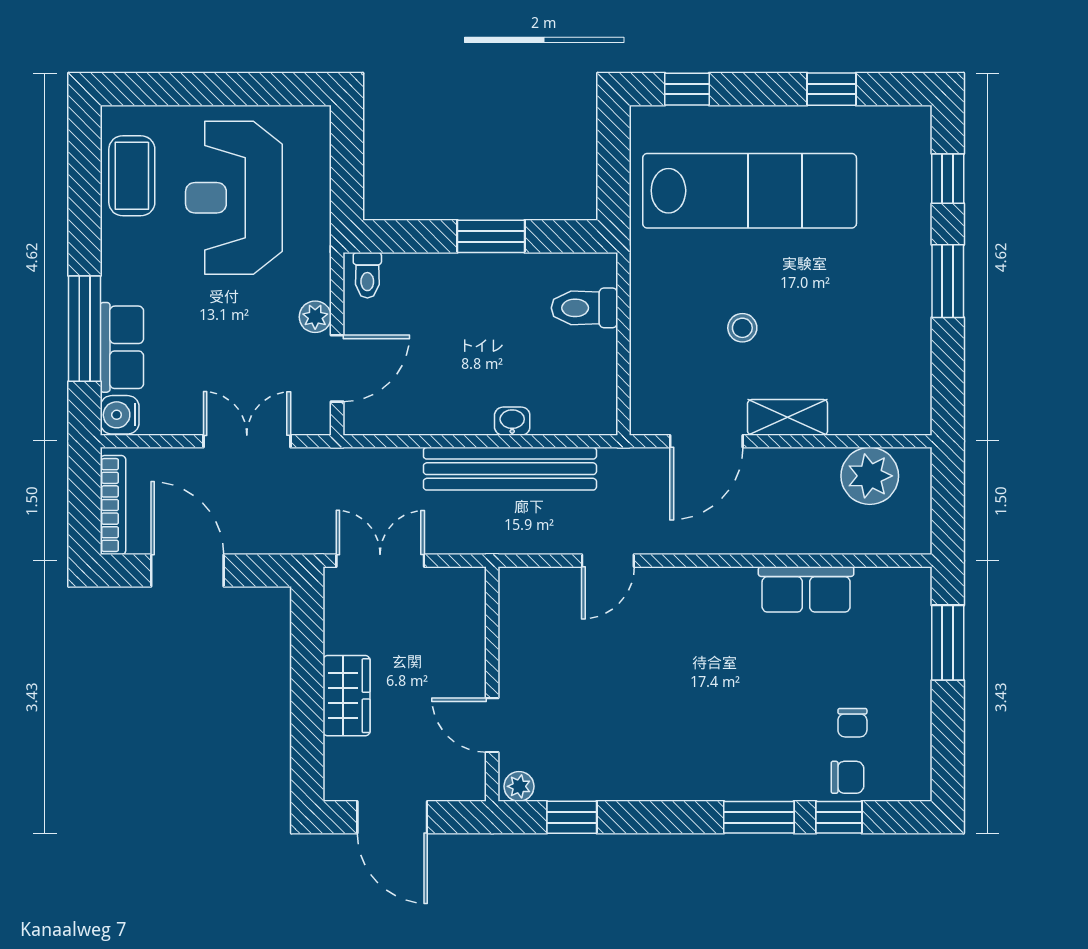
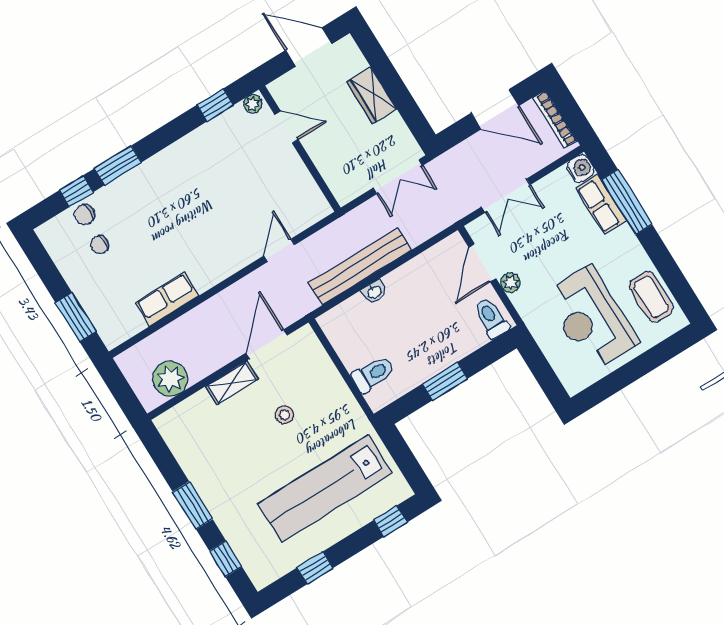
reception desk: (234, 198) -> (591, 318), turned 180
toilet: (367, 275) -> (491, 318), width x1.37, depth x1.39
chair: (852, 723) -> (100, 245), turned -90

